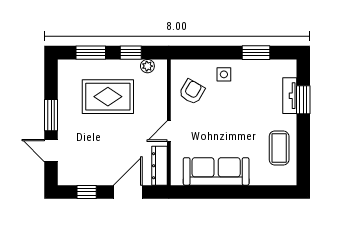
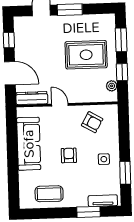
side table: (224, 74) -> (104, 159), moved
tv unit: (290, 96) -> (103, 201), moved
rug: (108, 97) -> (86, 55), turned 90
armchair: (232, 122) -> (69, 155), added

